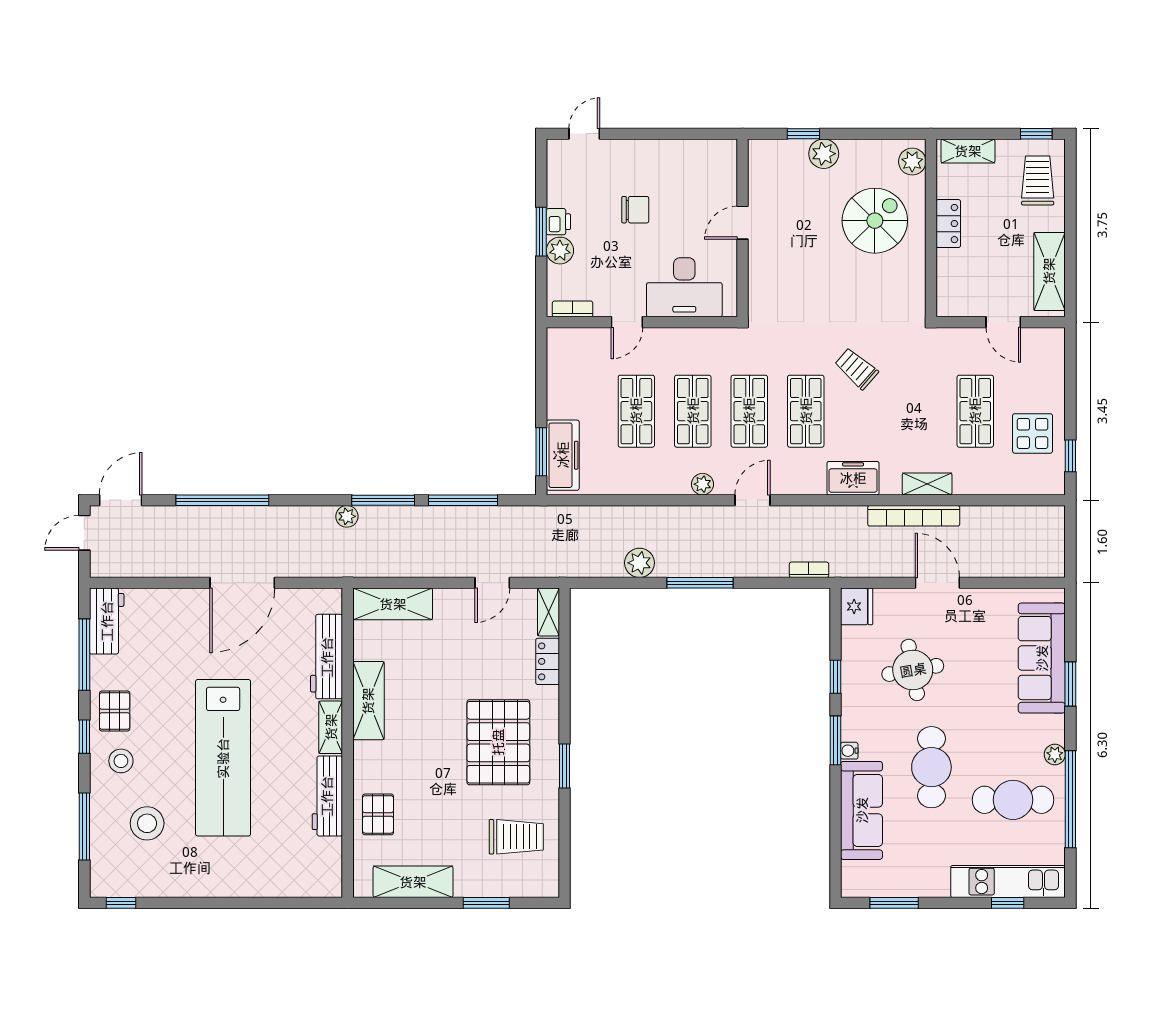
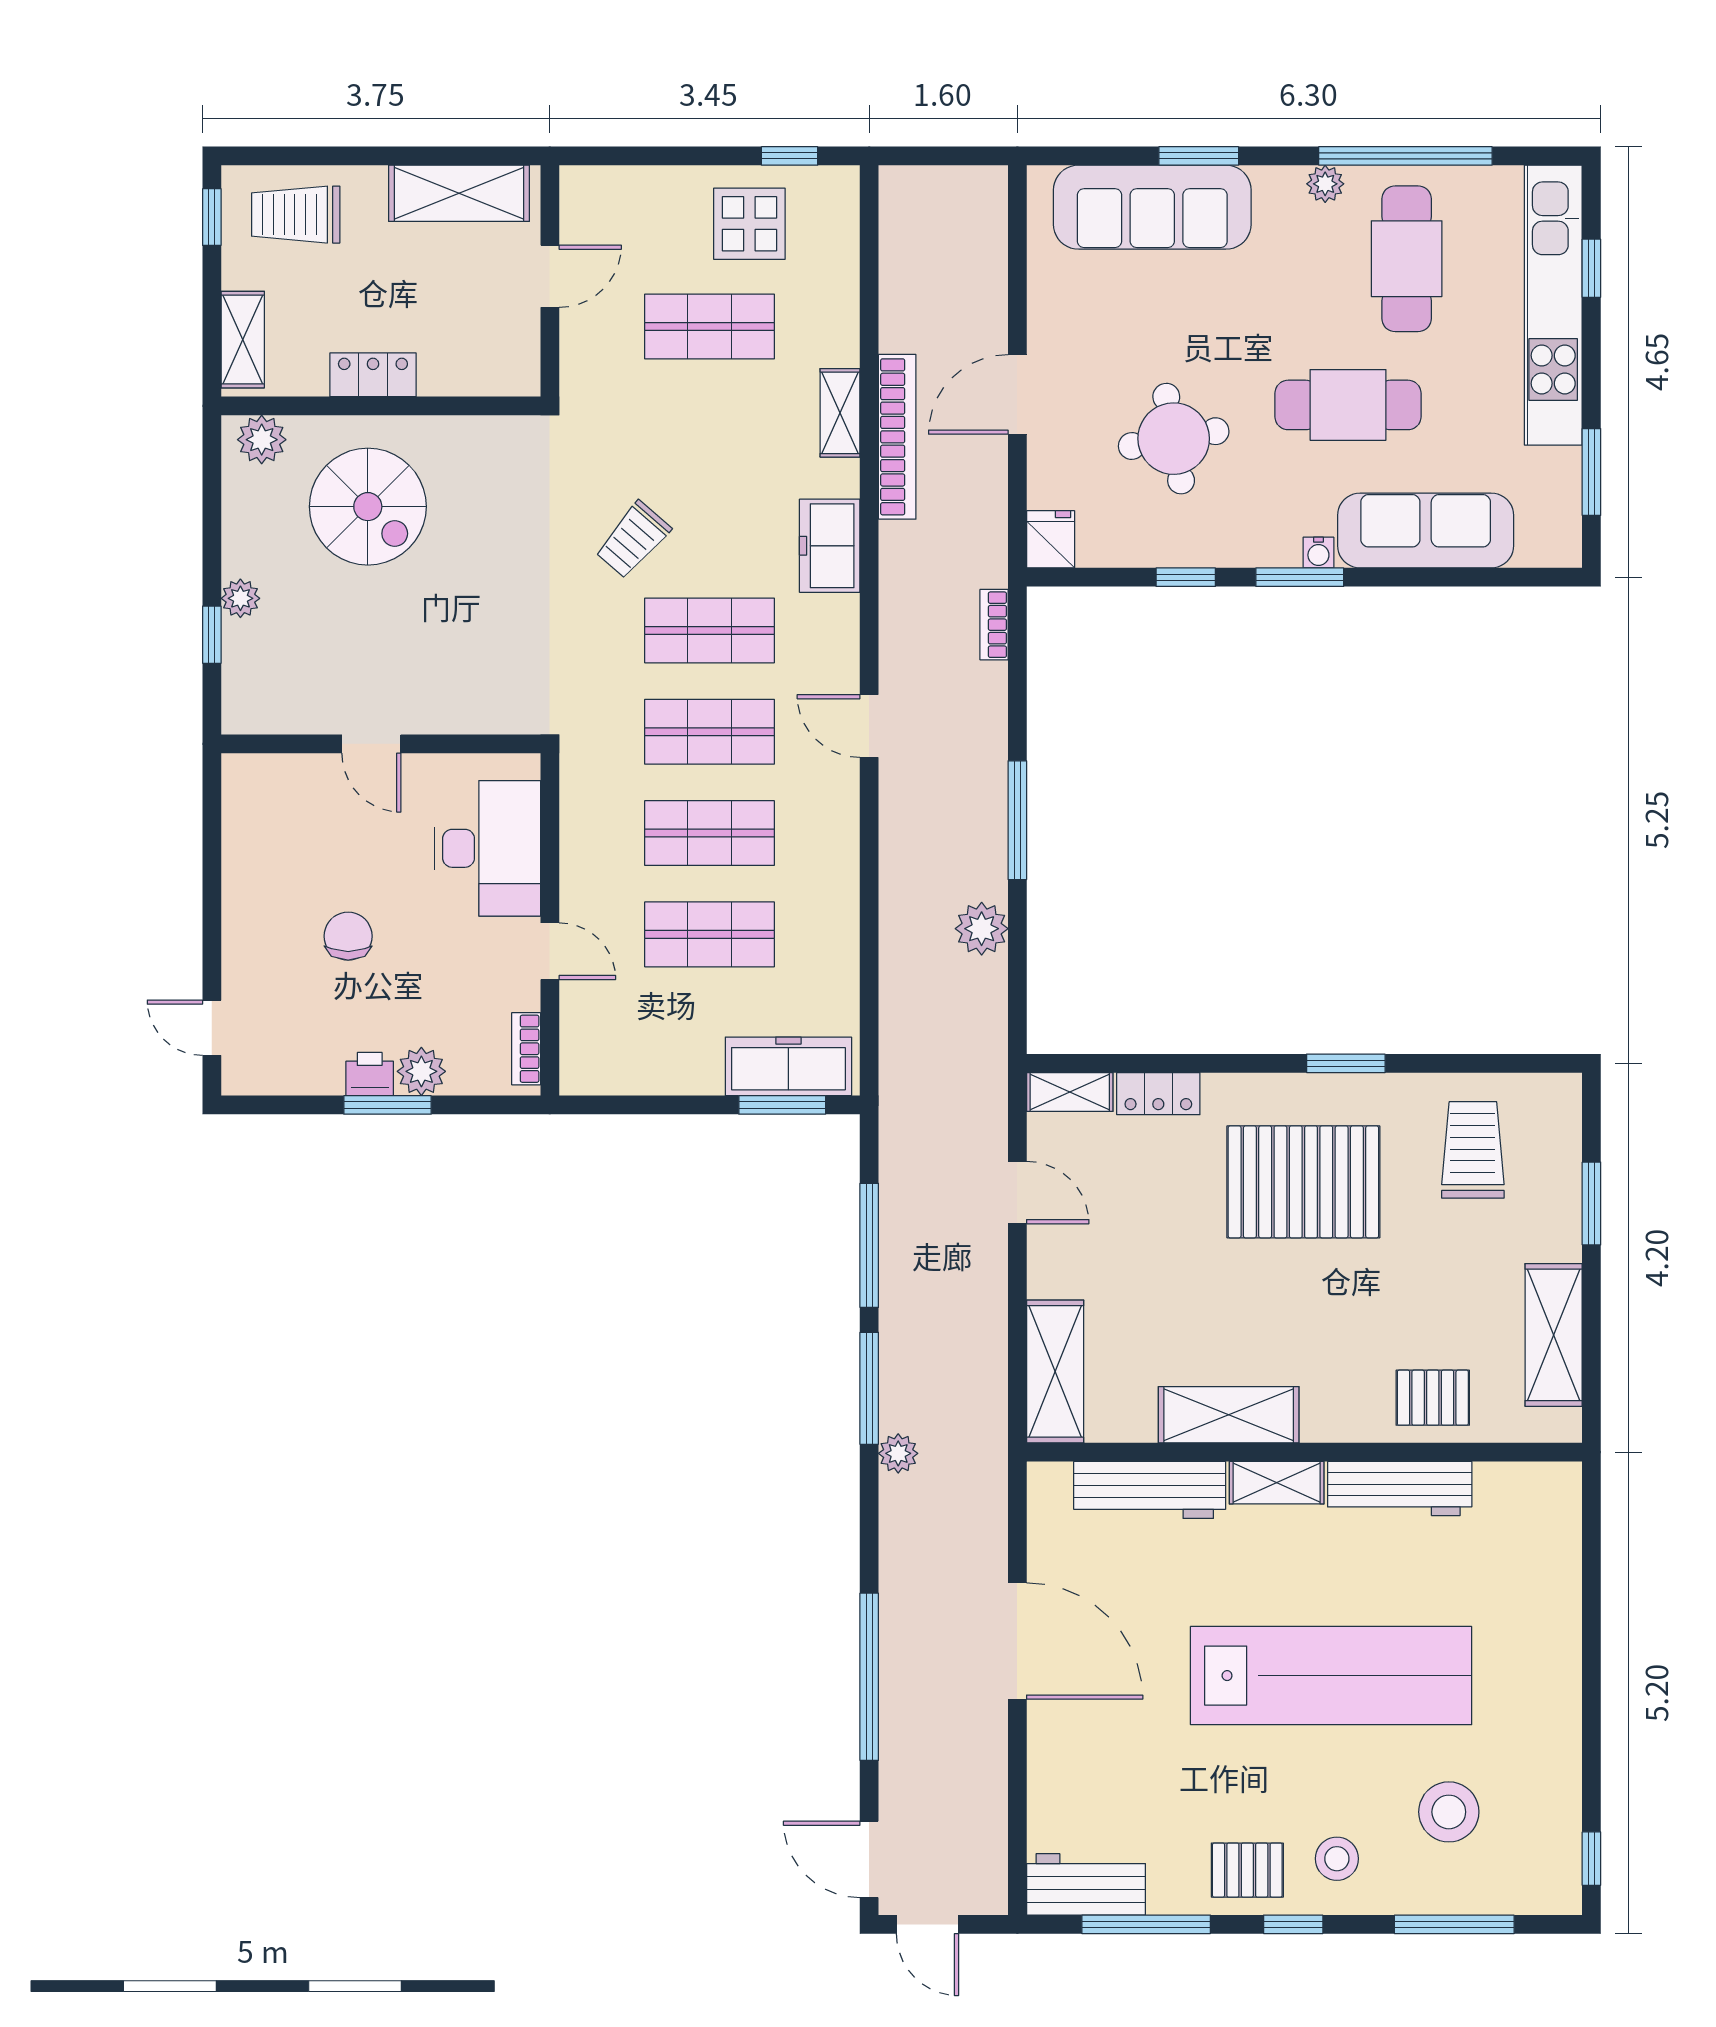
plant: (824, 154) -> (240, 598), width x0.73, depth x0.73
spiral stairs: (875, 221) -> (368, 507), turned 180
plant: (703, 484) -> (840, 816), removed
fridge: (857, 606) -> (1051, 539), width x0.72
kitchen unit: (1008, 882) -> (1553, 305), width x1.36

